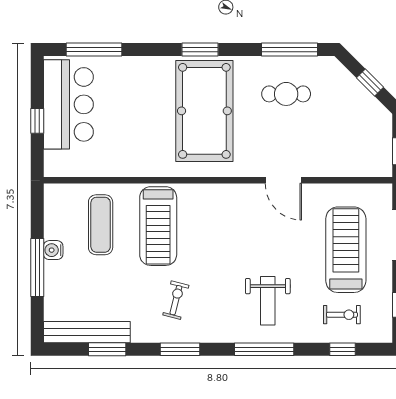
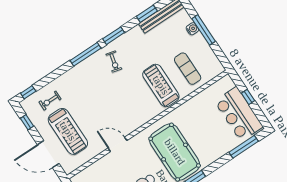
water cooler: (53, 250) -> (192, 29), moved
exercise bike: (176, 300) -> (114, 62), moved
weight bench: (268, 301) -> (88, 85), removed
window: (264, 349) -> (85, 54), moved
window: (342, 349) -> (28, 92), moved

